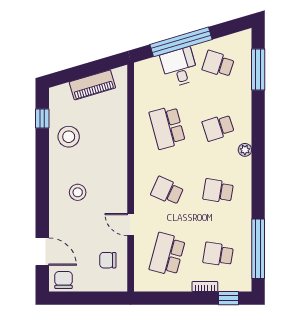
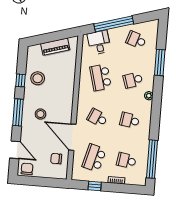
desk: (179, 67) -> (99, 42), moved
window: (258, 69) -> (160, 63), moved
window: (42, 119) -> (21, 80), moved
window: (42, 193) -> (18, 112), added
door: (131, 225) -> (72, 137), width x1.87
window: (229, 298) -> (95, 186), moved

